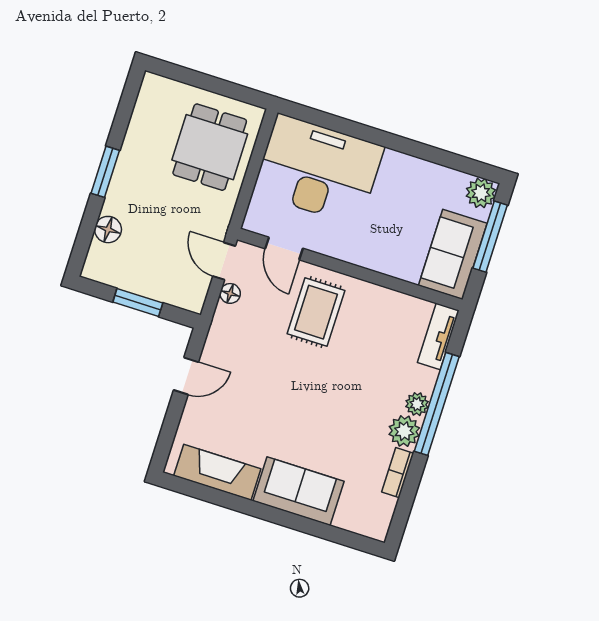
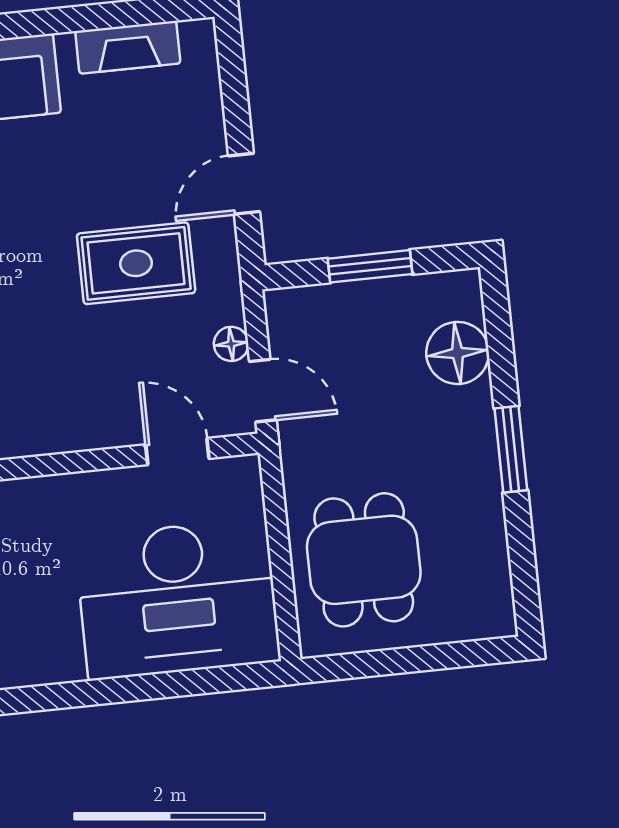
floor lamp: (108, 230) -> (458, 353), width x1.38, depth x1.38
rug: (316, 312) -> (136, 263), moved, turned 90
fireplace: (217, 472) -> (128, 47), width x0.73, depth x0.76

